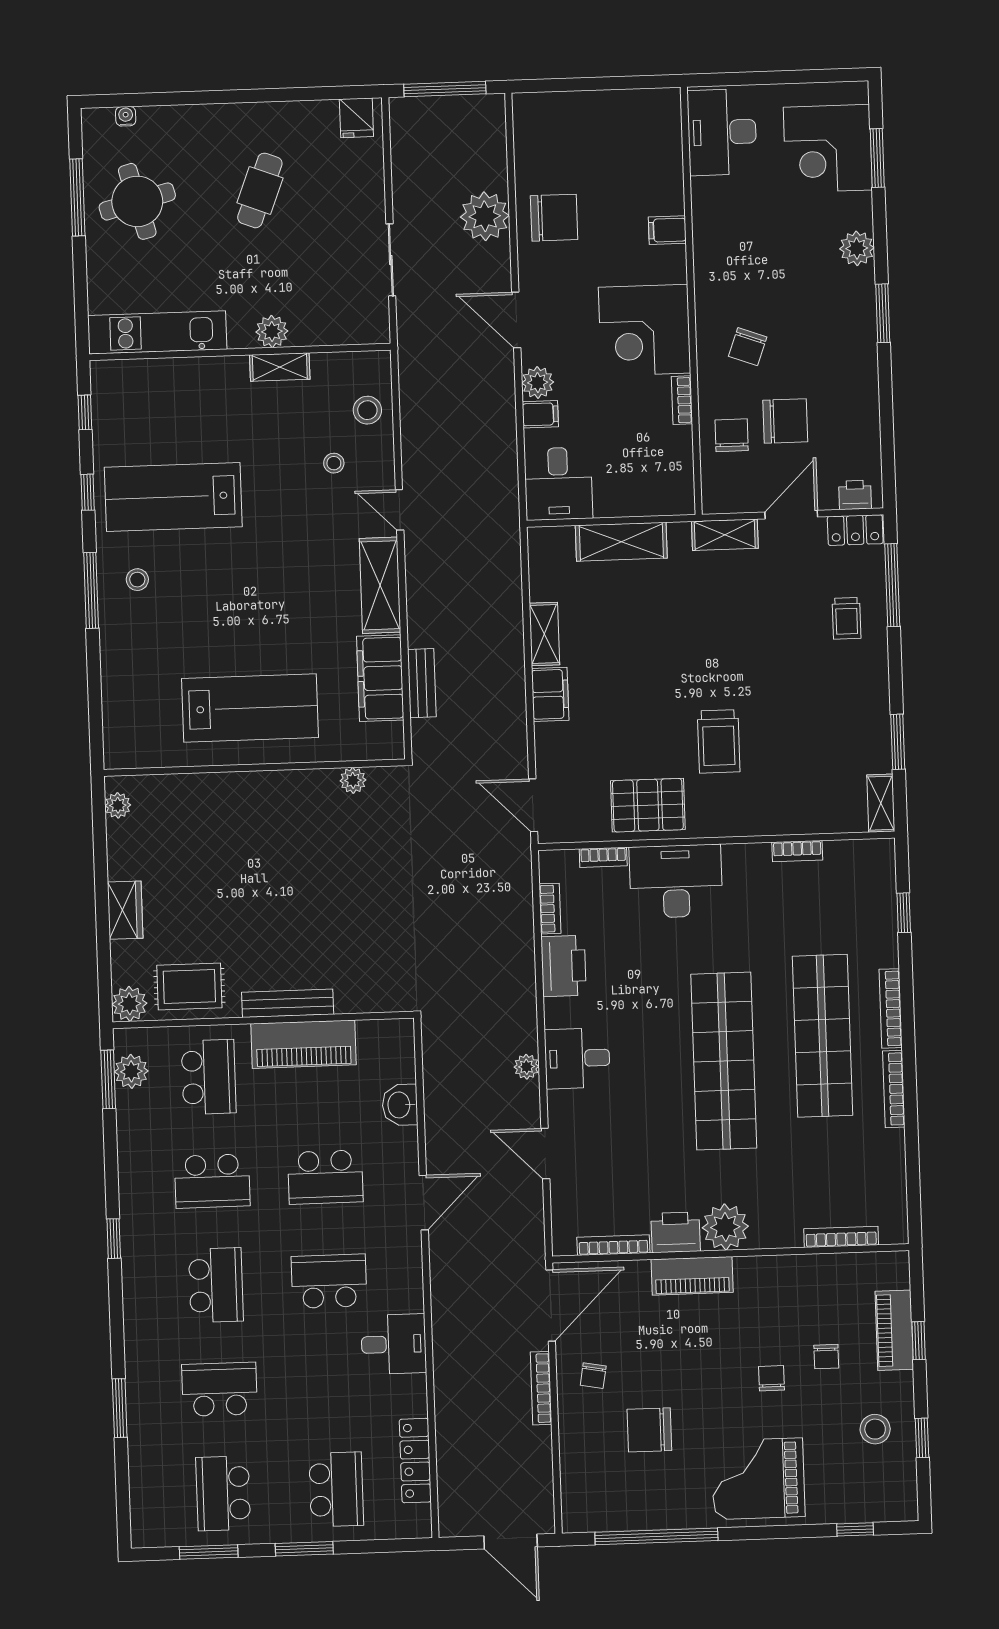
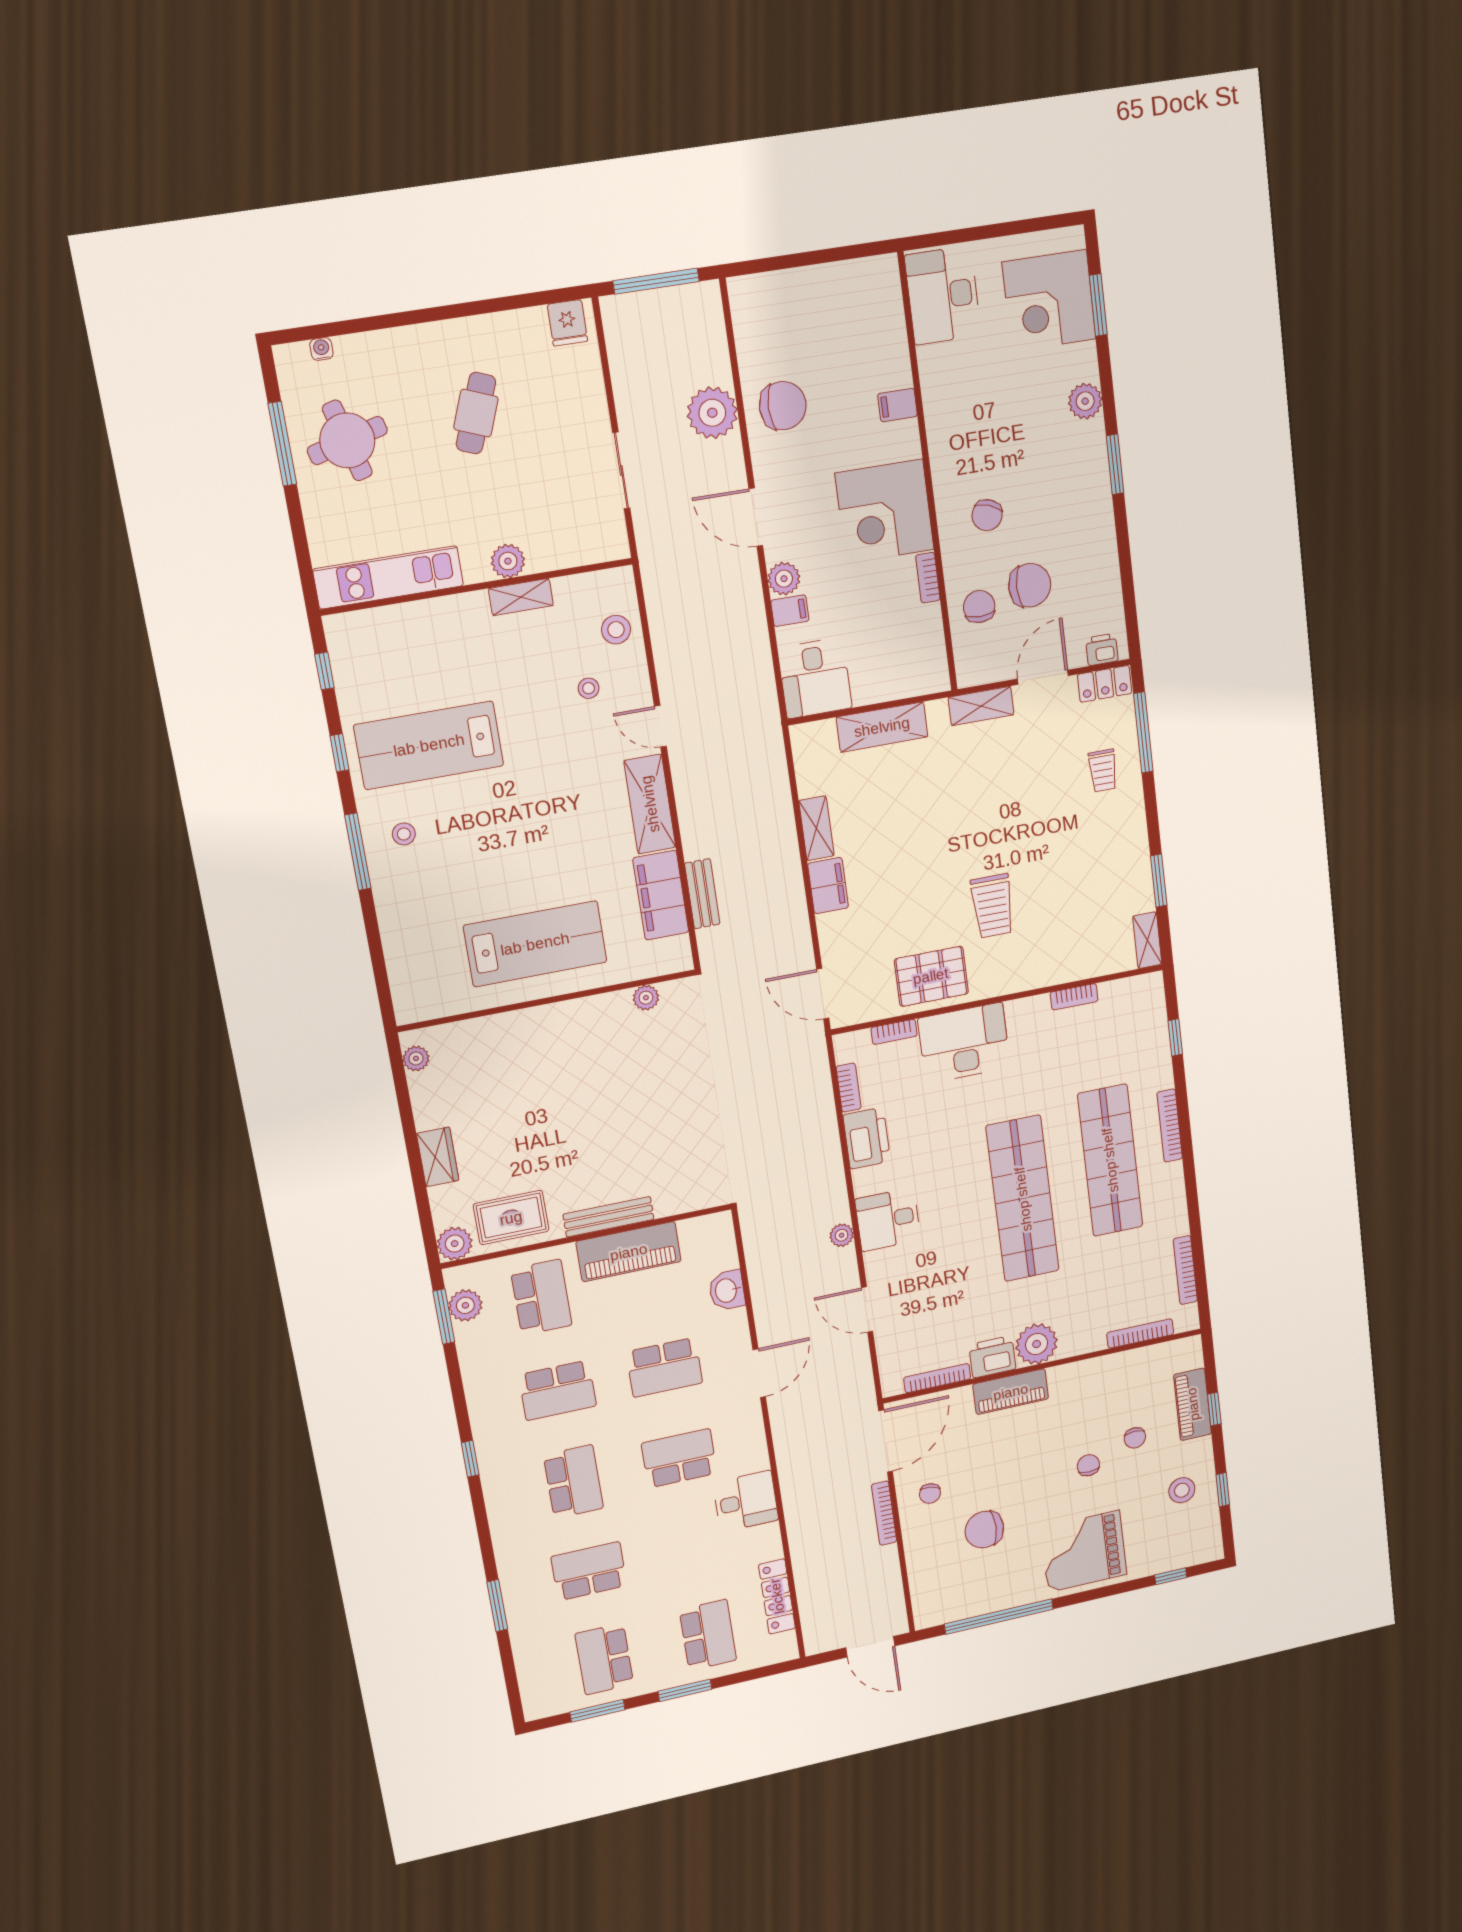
bookcase: (894, 1089) -> (1185, 1270), moved

